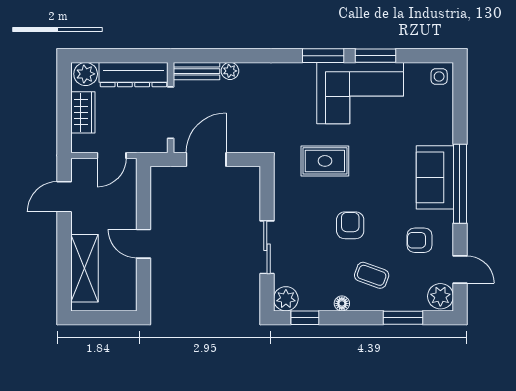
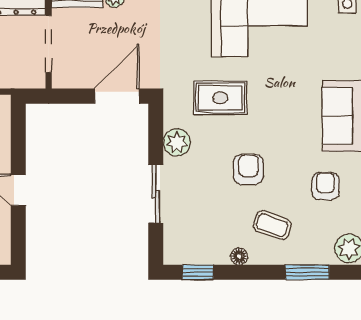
door: (206, 159) -> (117, 96), moved
armchair: (419, 240) -> (326, 186), turned 90
plant: (286, 299) -> (177, 142), moved

